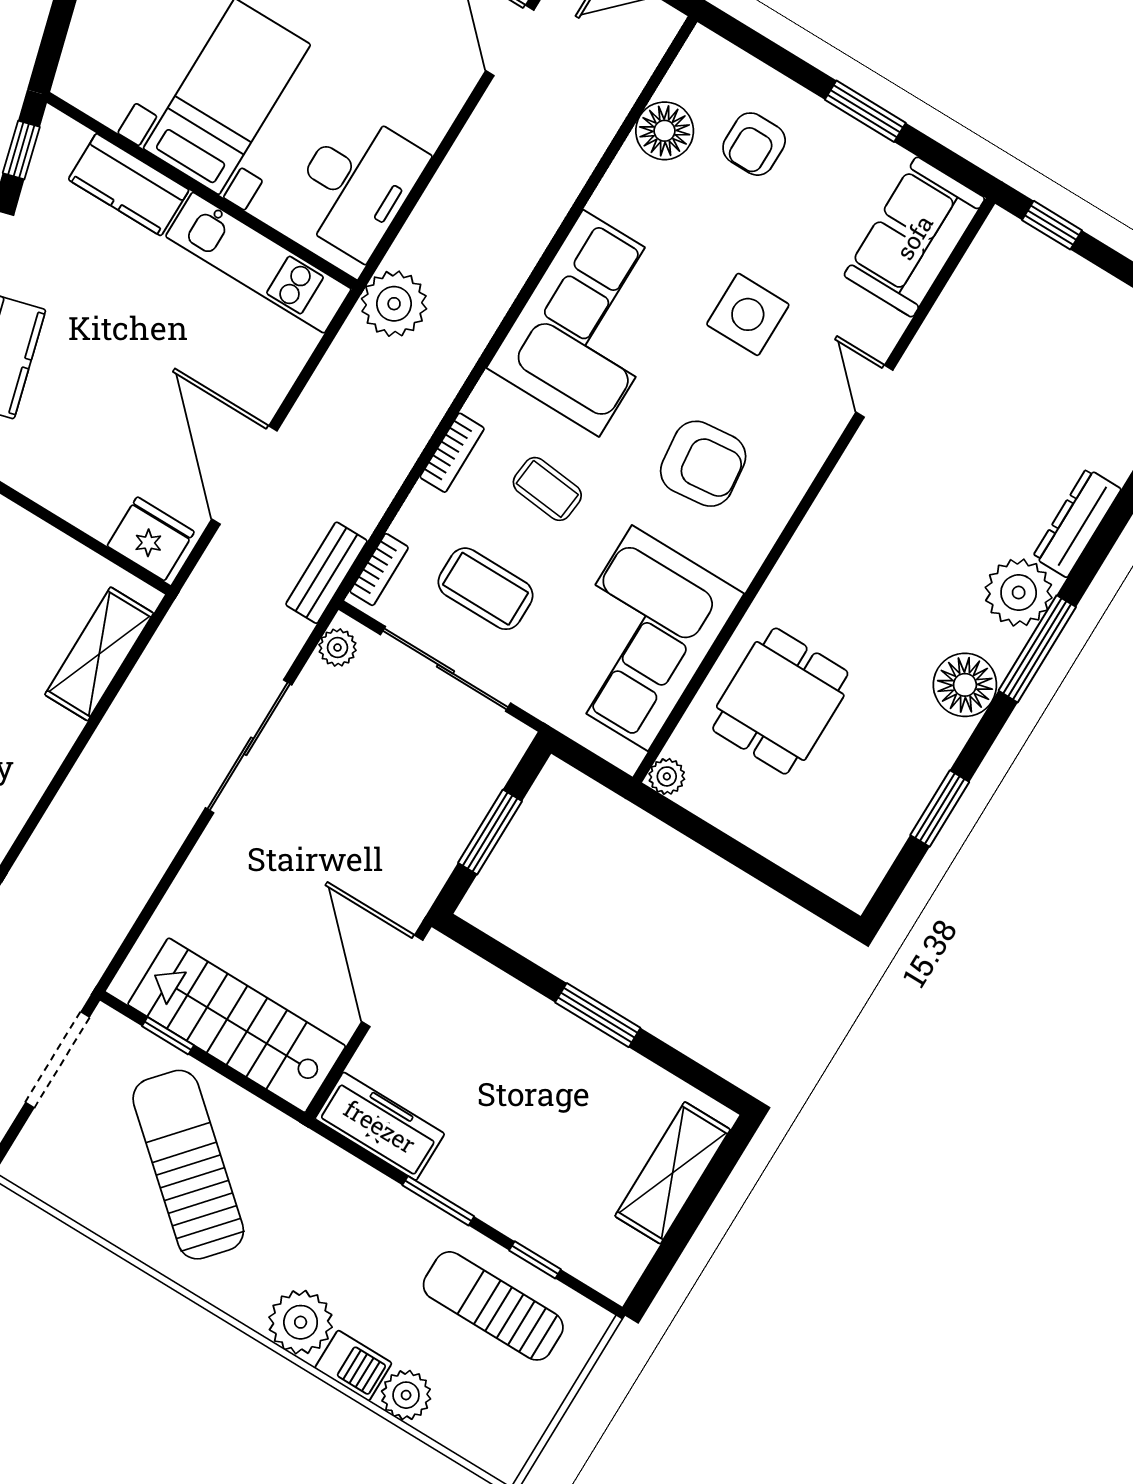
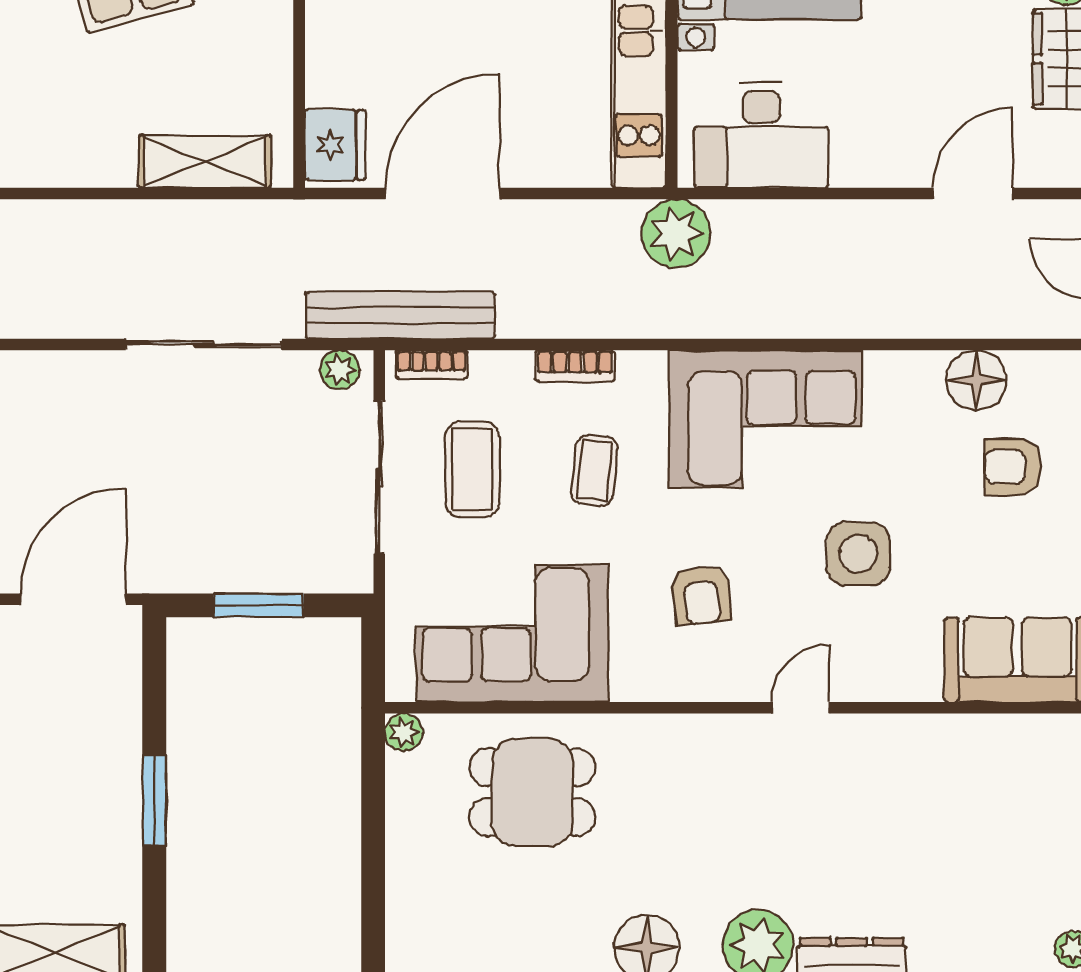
door: (874, 391) -> (800, 708), moved
armchair: (703, 464) -> (701, 595), width x0.72, depth x0.72
bench: (326, 573) -> (400, 315), width x1.86, depth x1.21

